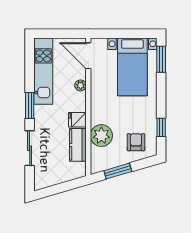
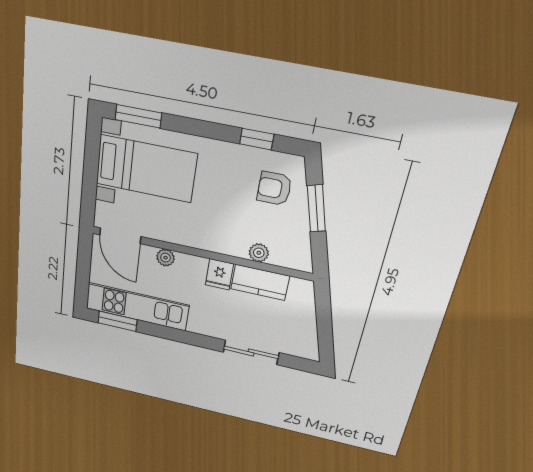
door: (88, 56) -> (120, 236), hinge flipped
window: (30, 106) -> (118, 321), moved
plant: (101, 136) -> (259, 253), width x0.53, depth x0.53
window: (118, 171) -> (316, 208), moved

